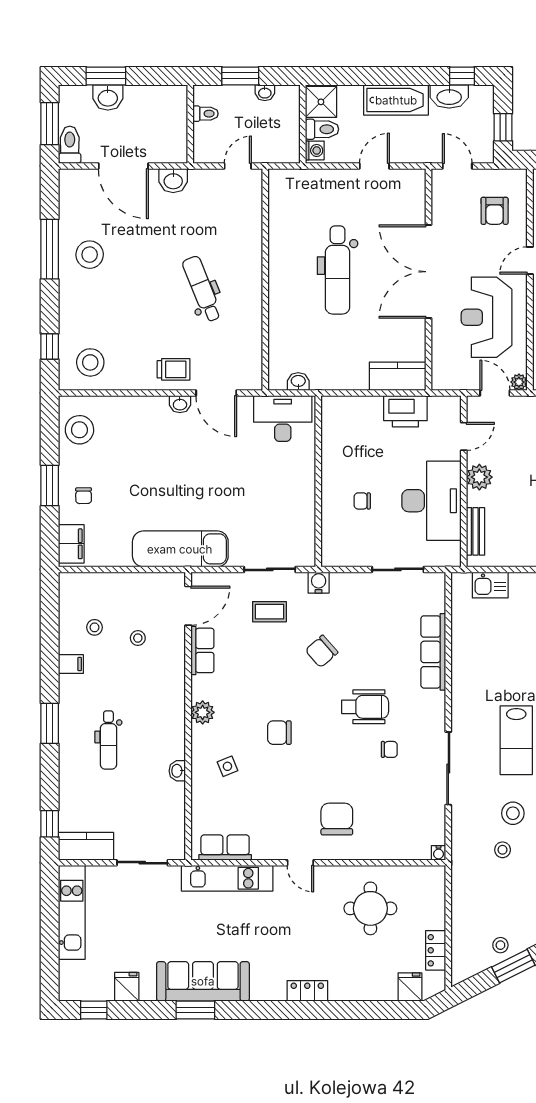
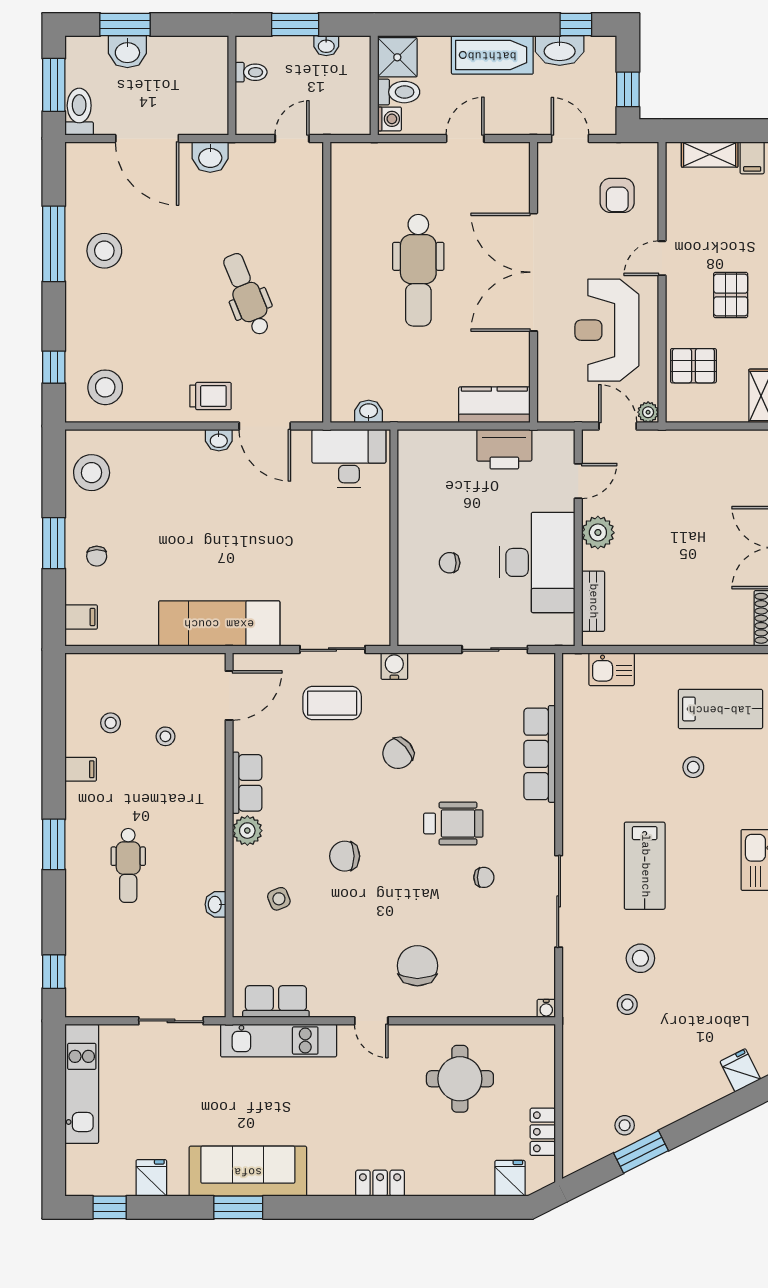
filing cabinet: (71, 544) -> (81, 617), width x0.50
coffee table: (269, 612) -> (332, 703), width x1.36, depth x1.30
row of seats: (202, 650) -> (247, 783), moved
kitchen counter: (86, 846) -> (100, 1000), removed

